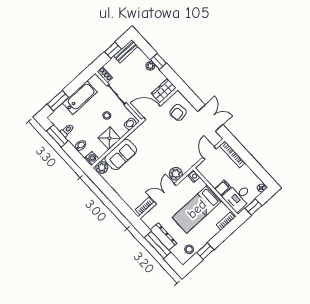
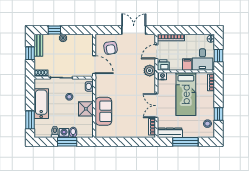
window: (158, 61) -> (54, 30), moved
wardrobe: (164, 91) -> (87, 44), removed
door: (152, 112) -> (94, 65), swing flipped
window: (57, 136) -> (67, 142), moved
door: (209, 153) -> (156, 52), hinge flipped
washing machine: (92, 159) -> (64, 133), moved
plant: (102, 167) -> (101, 132), removed
printer: (204, 169) -> (163, 65), added
plant: (176, 174) -> (150, 71), moved
dresser: (164, 237) -> (170, 133), moved

